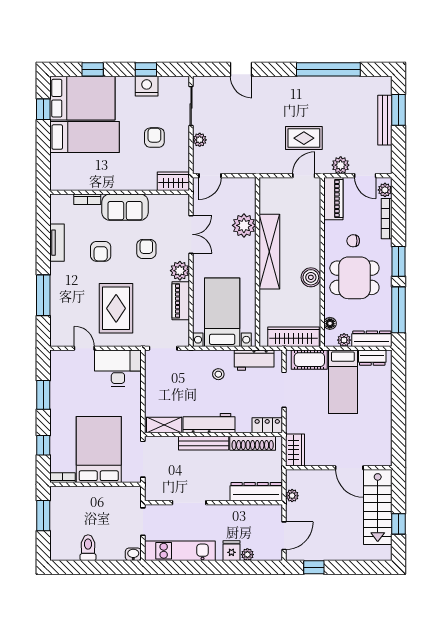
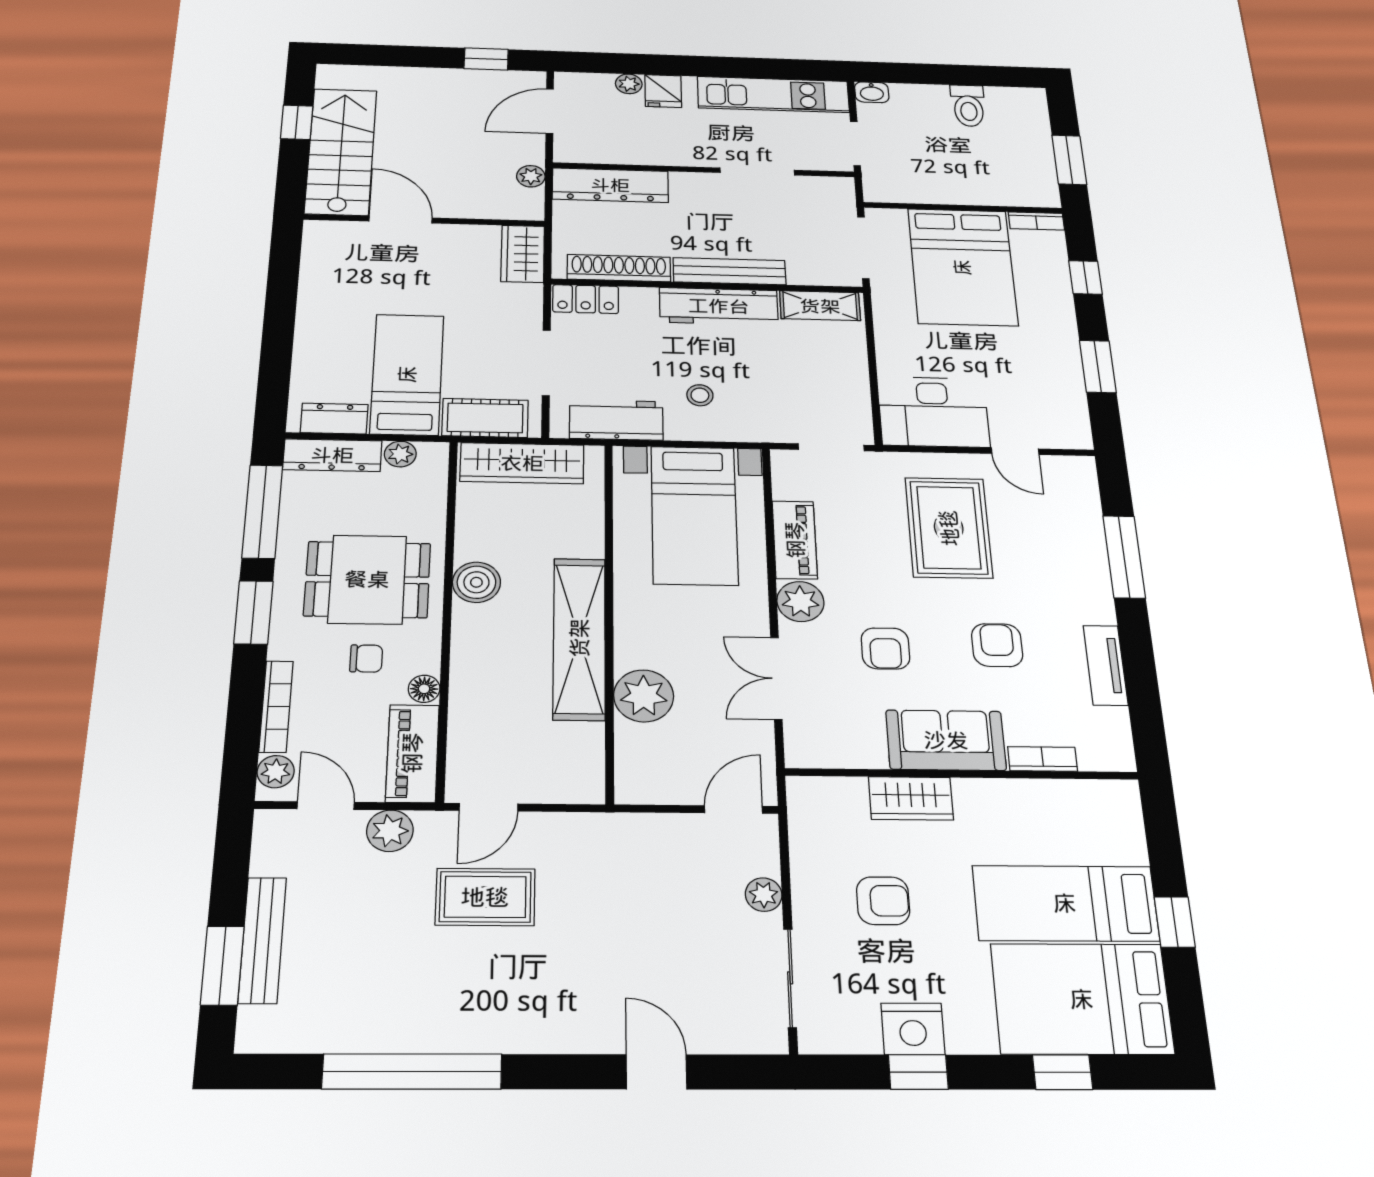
window: (43, 109) -> (1175, 922), moved
armchair: (154, 138) -> (883, 901), turned -90
wardrobe: (173, 181) -> (911, 798), moved
floor lamp: (330, 323) -> (424, 689), moved

